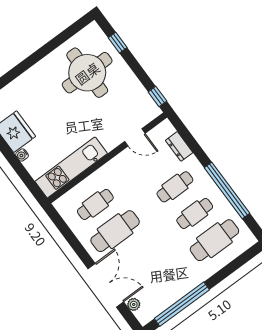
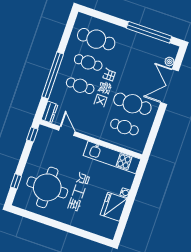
dresser: (179, 146) -> (50, 112), moved
window: (227, 190) -> (53, 75), moved

